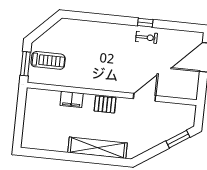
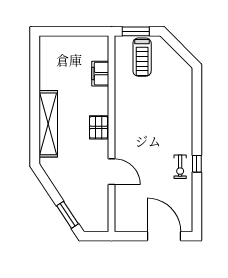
filing cabinet: (72, 99) -> (100, 74), moved

